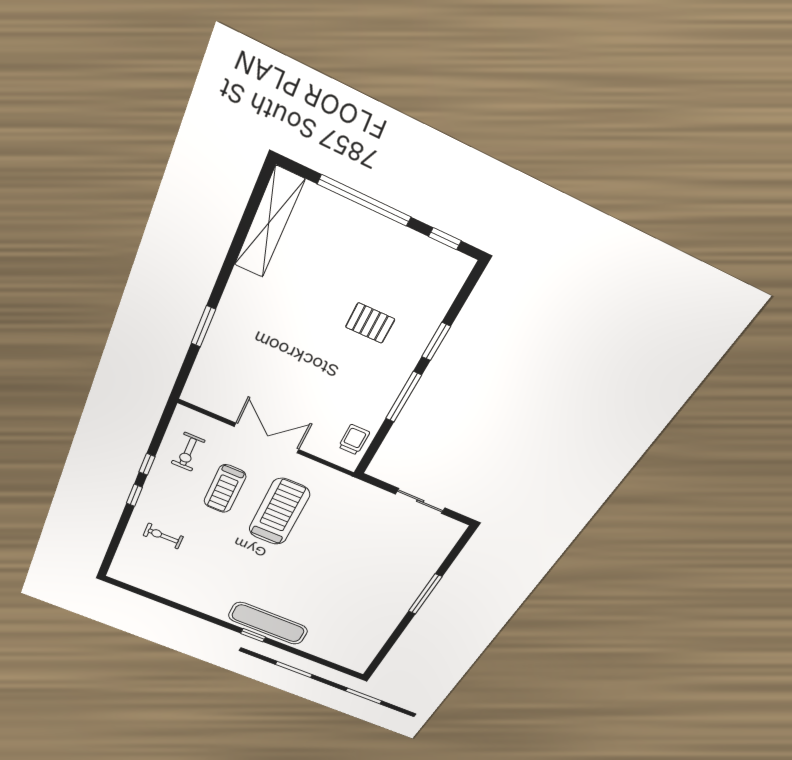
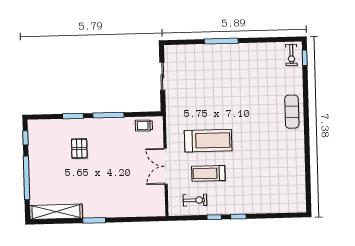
window: (203, 326) -> (94, 220), moved
treadmill: (225, 489) -> (208, 173), turned 180
treadmill: (279, 512) -> (208, 141), turned 180
exercise bike: (163, 536) -> (291, 55), moved
exercise mat: (268, 623) -> (292, 112), width x0.73, depth x0.69
window: (253, 635) -> (305, 58), moved

